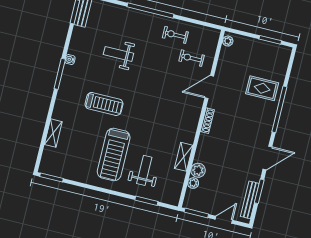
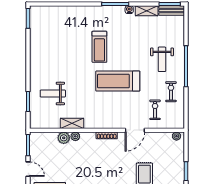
weight bench: (118, 54) -> (162, 59), moved, turned 180
door: (209, 87) -> (135, 130), swing flipped
shelving: (53, 133) -> (147, 11), moved
treadmill: (114, 154) -> (118, 81), moved
weight bench: (144, 170) -> (53, 93), turned 180
plant: (193, 183) -> (75, 136), moved

